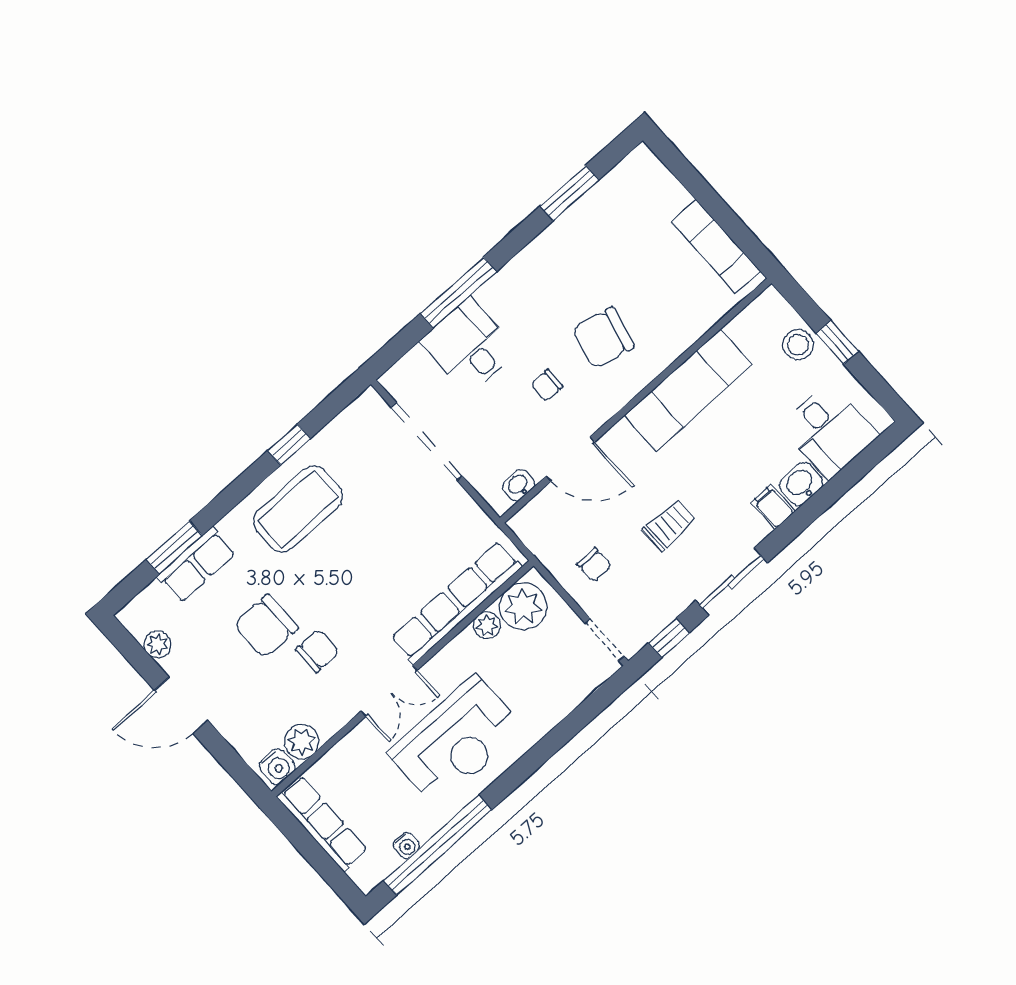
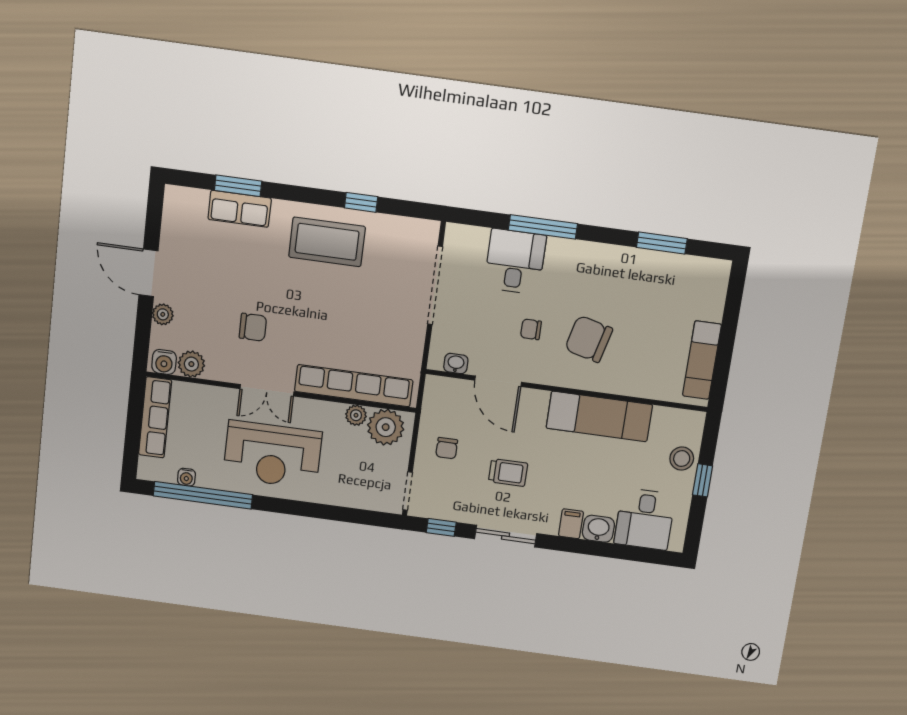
chair: (266, 626) -> (240, 283), removed
plant: (157, 644) -> (163, 314), moved

